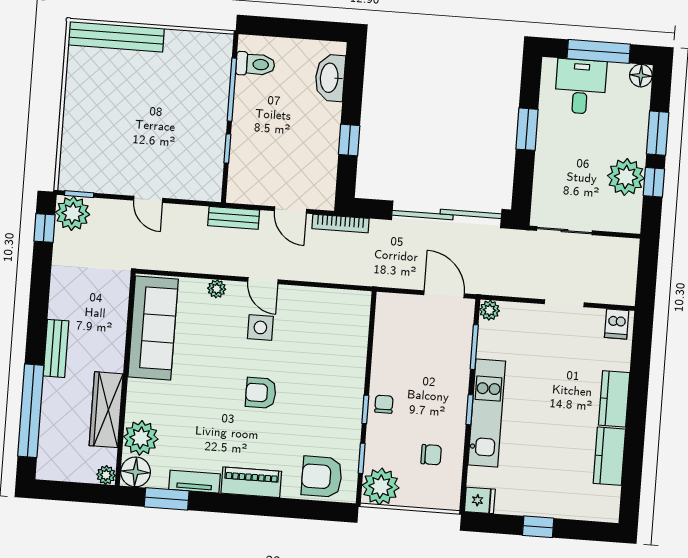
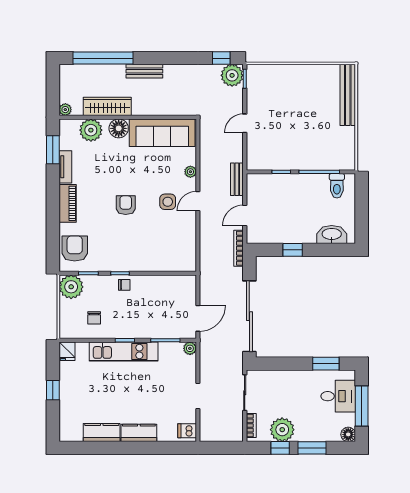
window: (527, 129) -> (326, 364), moved
bookcase: (616, 224) -> (251, 425), added
floor lamp: (136, 472) -> (119, 128), moved

